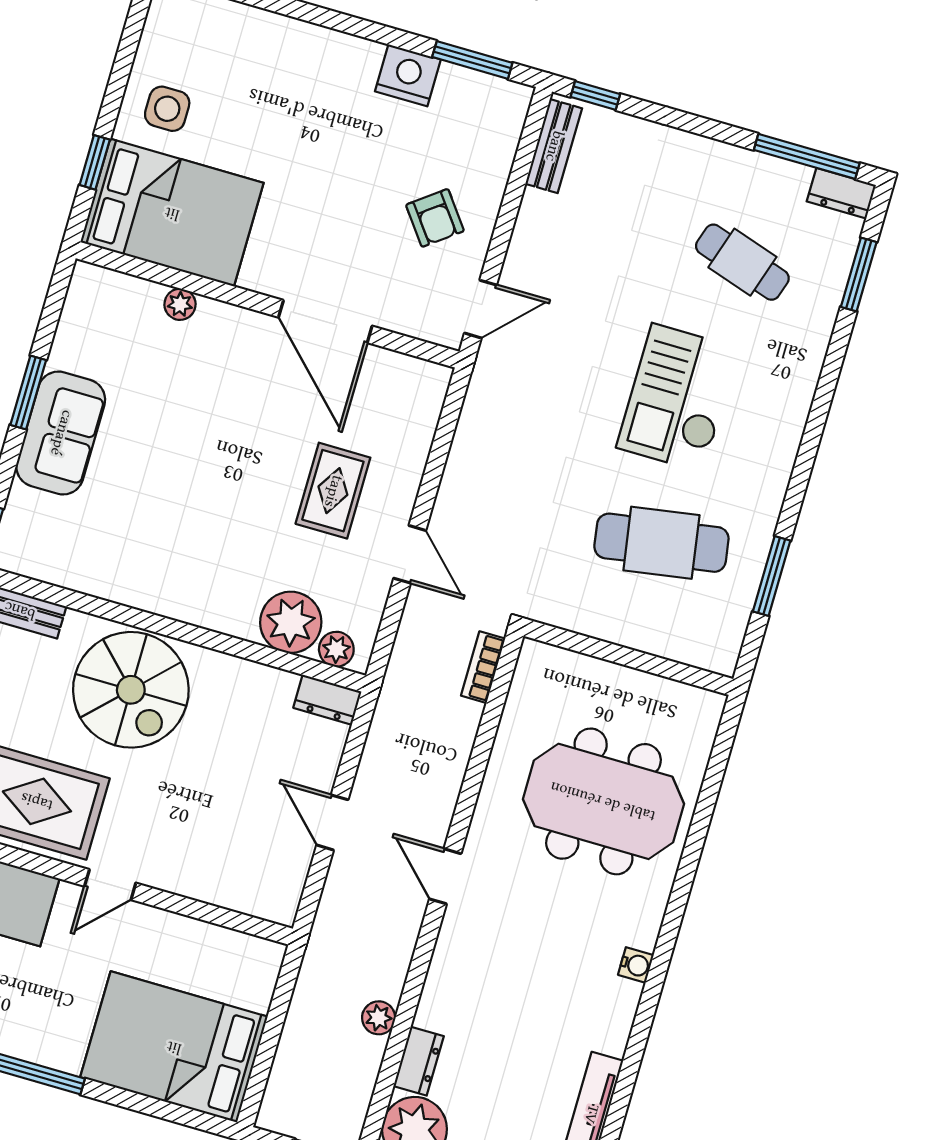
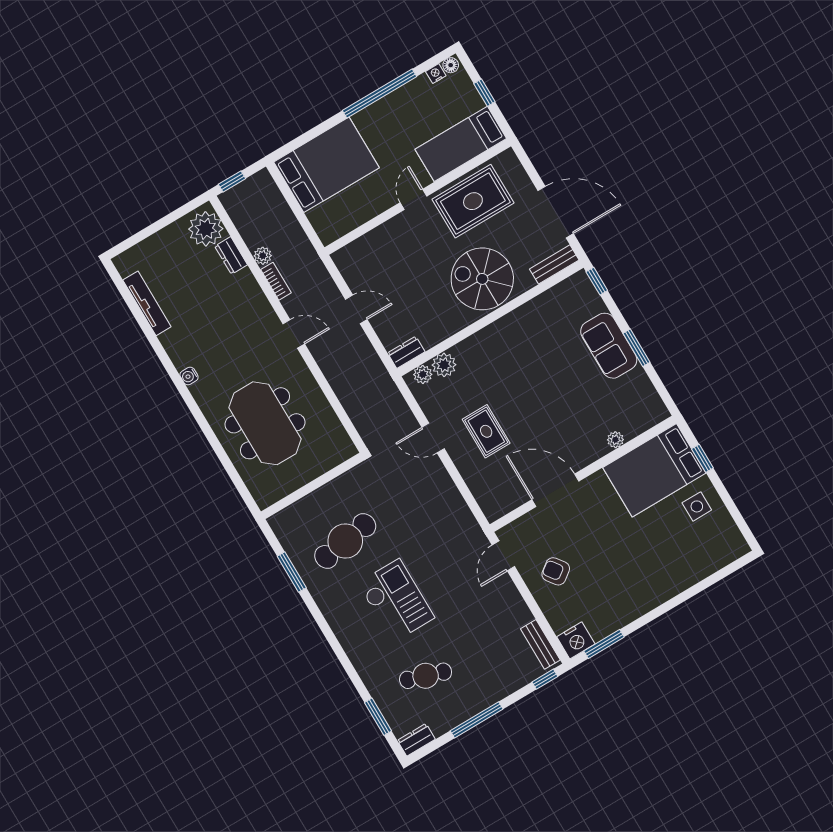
nightstand: (408, 75) -> (576, 640), moved
window: (807, 156) -> (477, 720), moved
plant: (291, 622) -> (444, 365), width x0.73, depth x0.73
bookcase: (483, 667) -> (276, 281), moved
meeting table: (603, 801) -> (265, 423), turned 90

